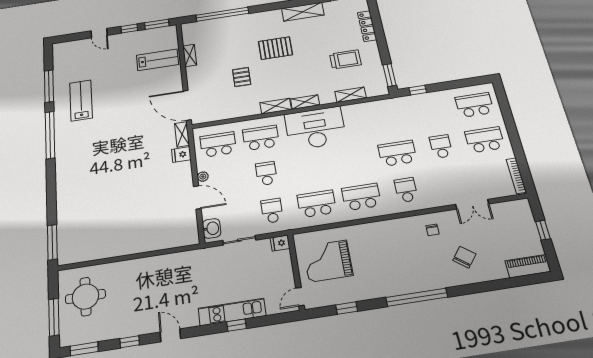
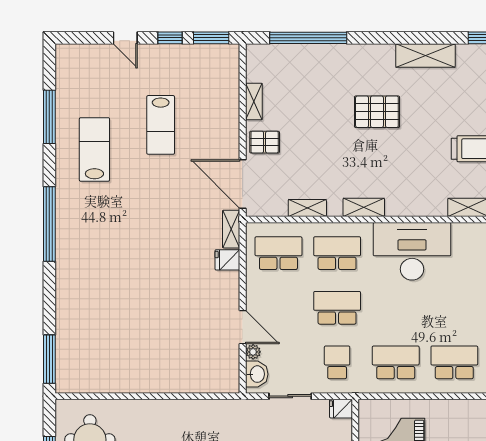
lab bench: (157, 60) -> (161, 125), moved, turned 90
pallet: (242, 77) -> (265, 142), moved, turned 90
shelving: (305, 102) -> (307, 208), moved
window: (50, 135) -> (49, 224), moved
school desk: (266, 173) -> (337, 308), width x1.85
plant: (203, 177) -> (253, 352), moved

